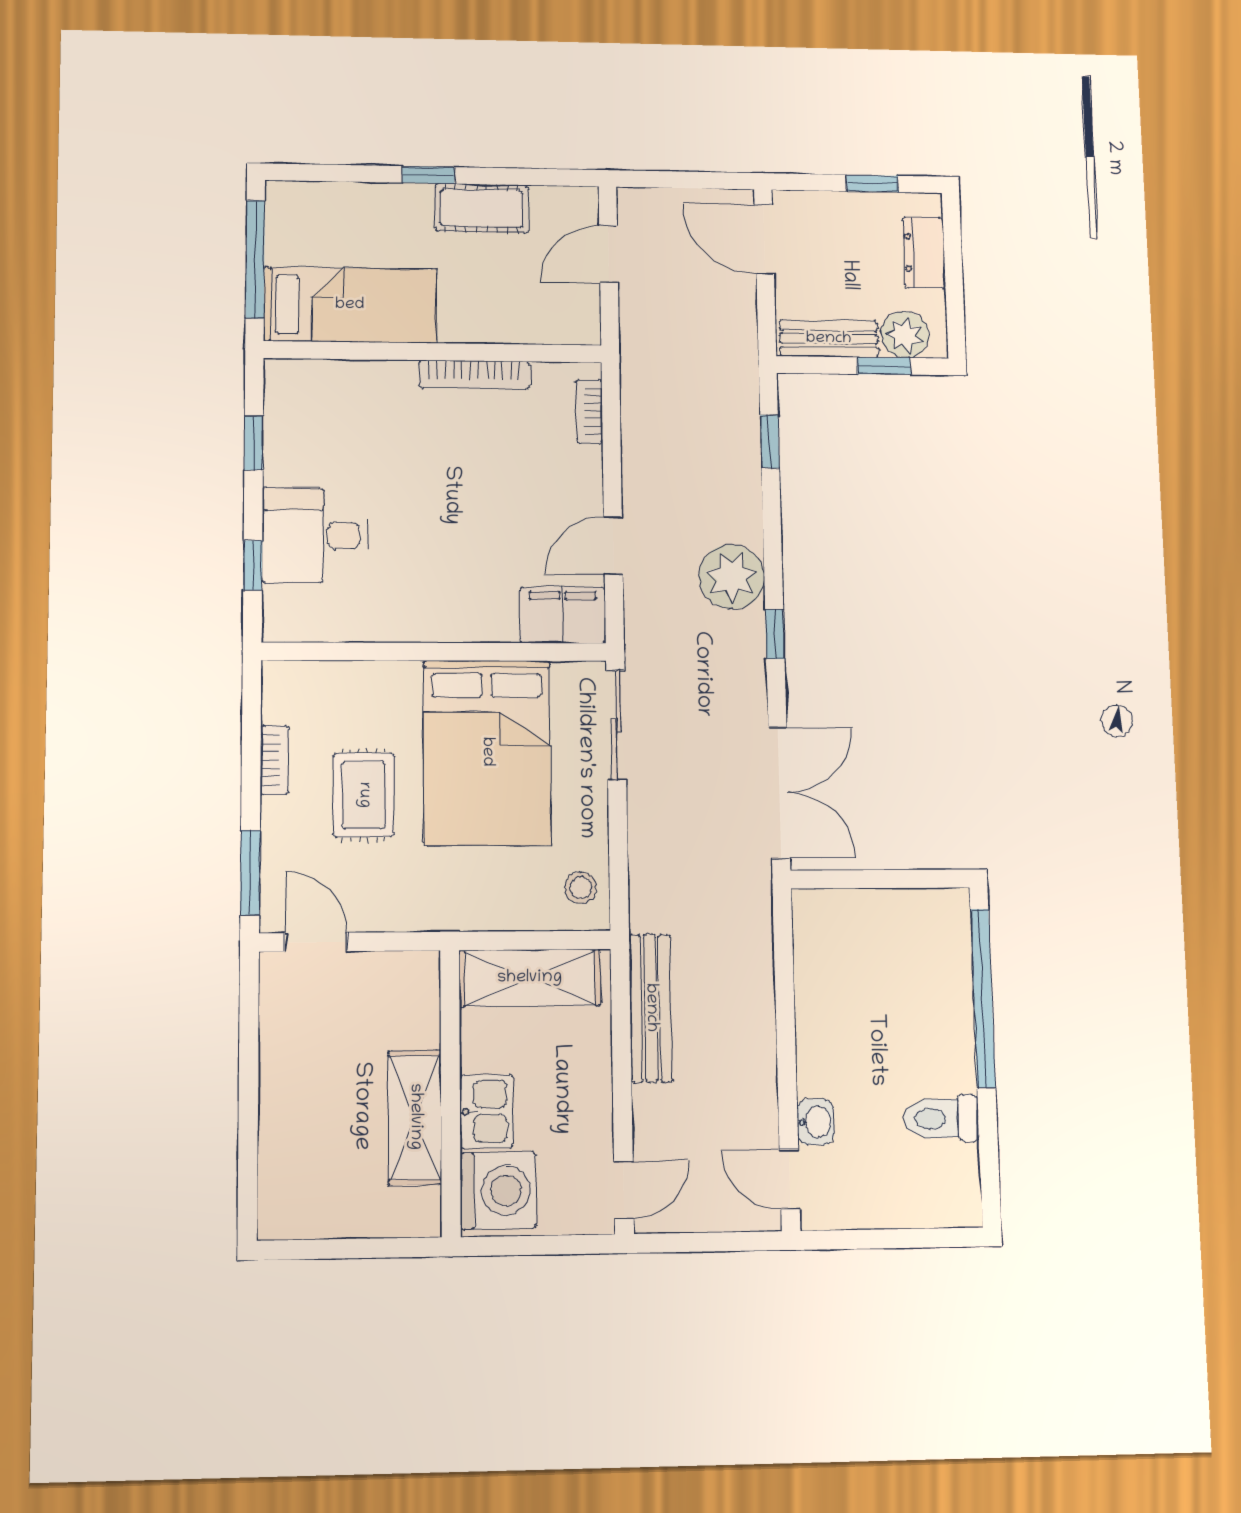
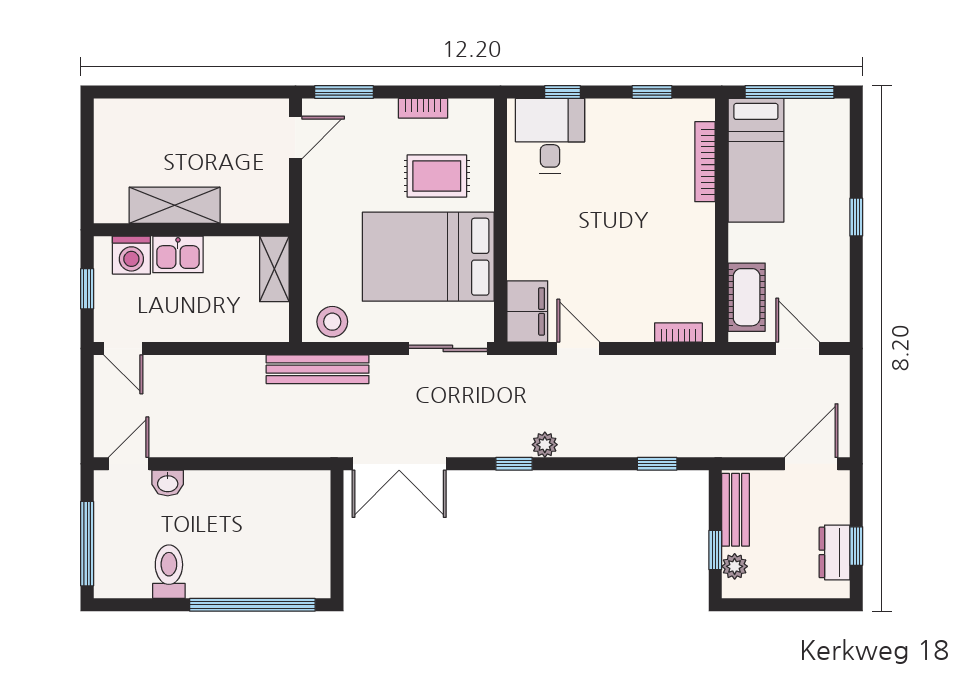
cot: (482, 208) -> (747, 297), moved
dresser: (924, 252) -> (834, 552), moved, turned -90
plant: (905, 335) -> (735, 566), width x0.73, depth x0.73
bookcase: (474, 374) -> (705, 162), moved
desk: (315, 535) -> (550, 136), moved
plant: (732, 577) -> (545, 445), width x0.53, depth x0.53
rug: (364, 795) -> (437, 176), moved
stool: (581, 888) -> (332, 322), width x1.37, depth x1.37
shelving: (530, 978) -> (274, 269), width x0.67, depth x0.75
bench: (651, 1008) -> (318, 369), moved
washing machine: (498, 1190) -> (131, 255), width x0.73, depth x0.73
window: (905, 1238) -> (87, 544), added
window: (538, 1245) -> (87, 289), added

